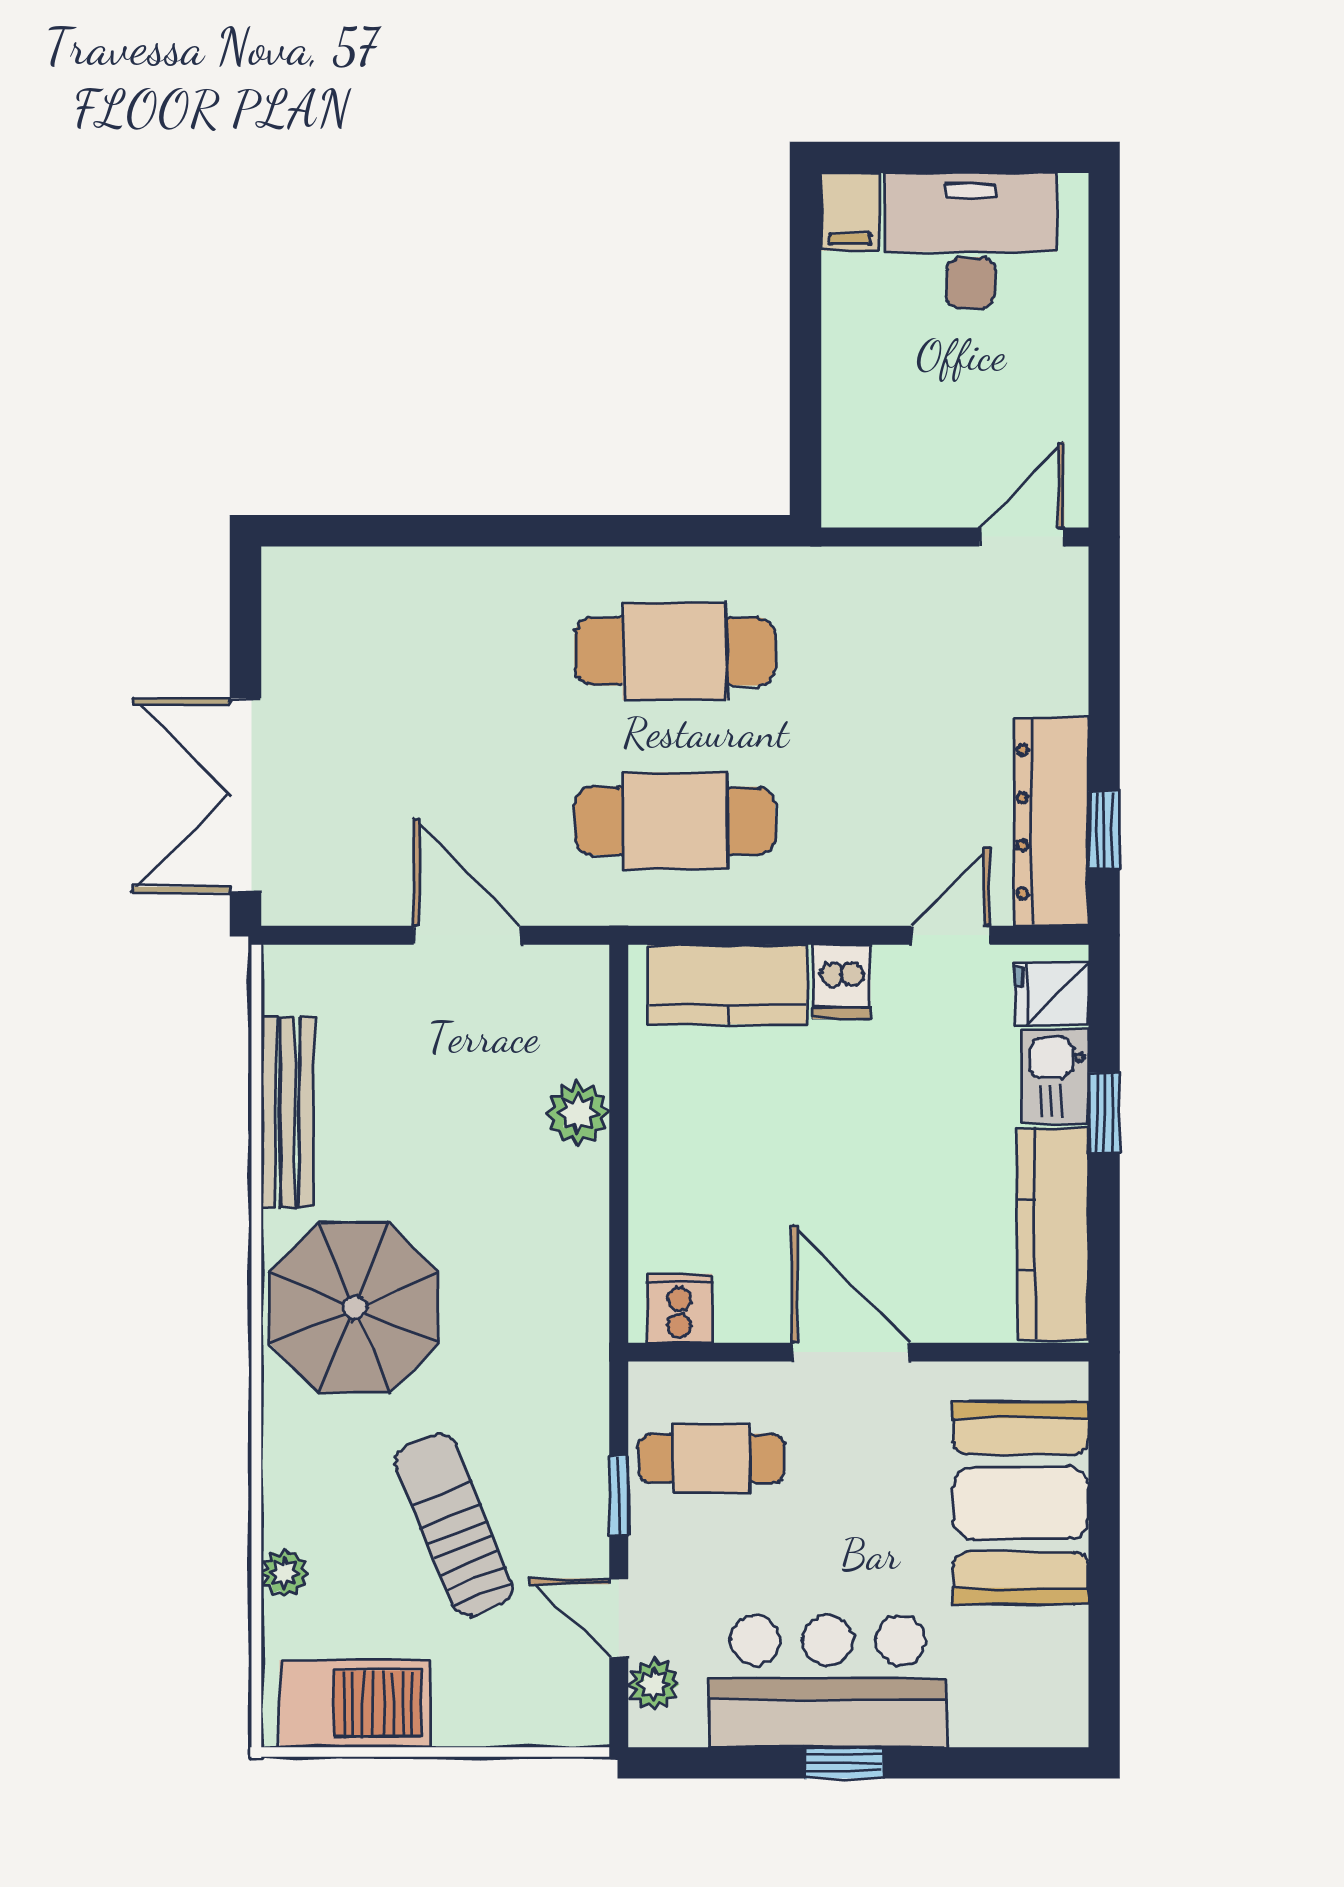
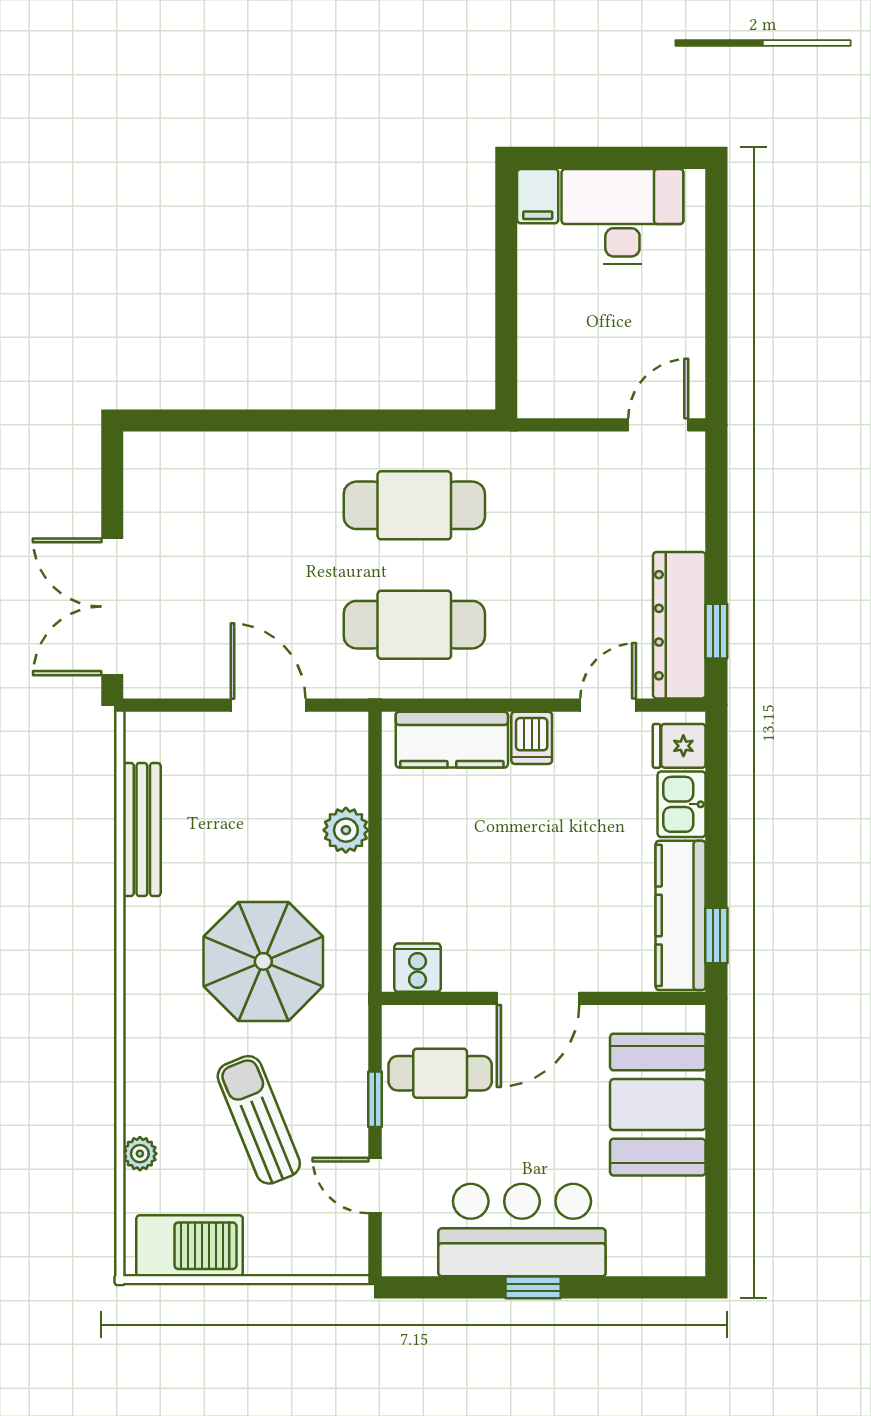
window: (1104, 1113) -> (716, 935), moved
parasol: (354, 1308) -> (263, 961), moved
door: (851, 1352) -> (538, 998), swing flipped
plant: (654, 1684) -> (400, 1232), removed

